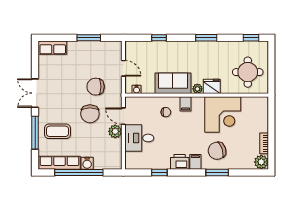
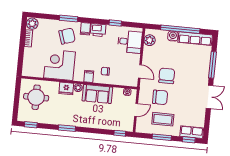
window: (55, 38) -> (189, 140), added
window: (159, 38) -> (120, 133), moved
door: (123, 68) -> (136, 110), swing flipped
coffee table: (58, 131) -> (163, 119), moved
plant: (115, 131) -> (150, 40), moved
desk: (139, 138) -> (130, 42), moved

